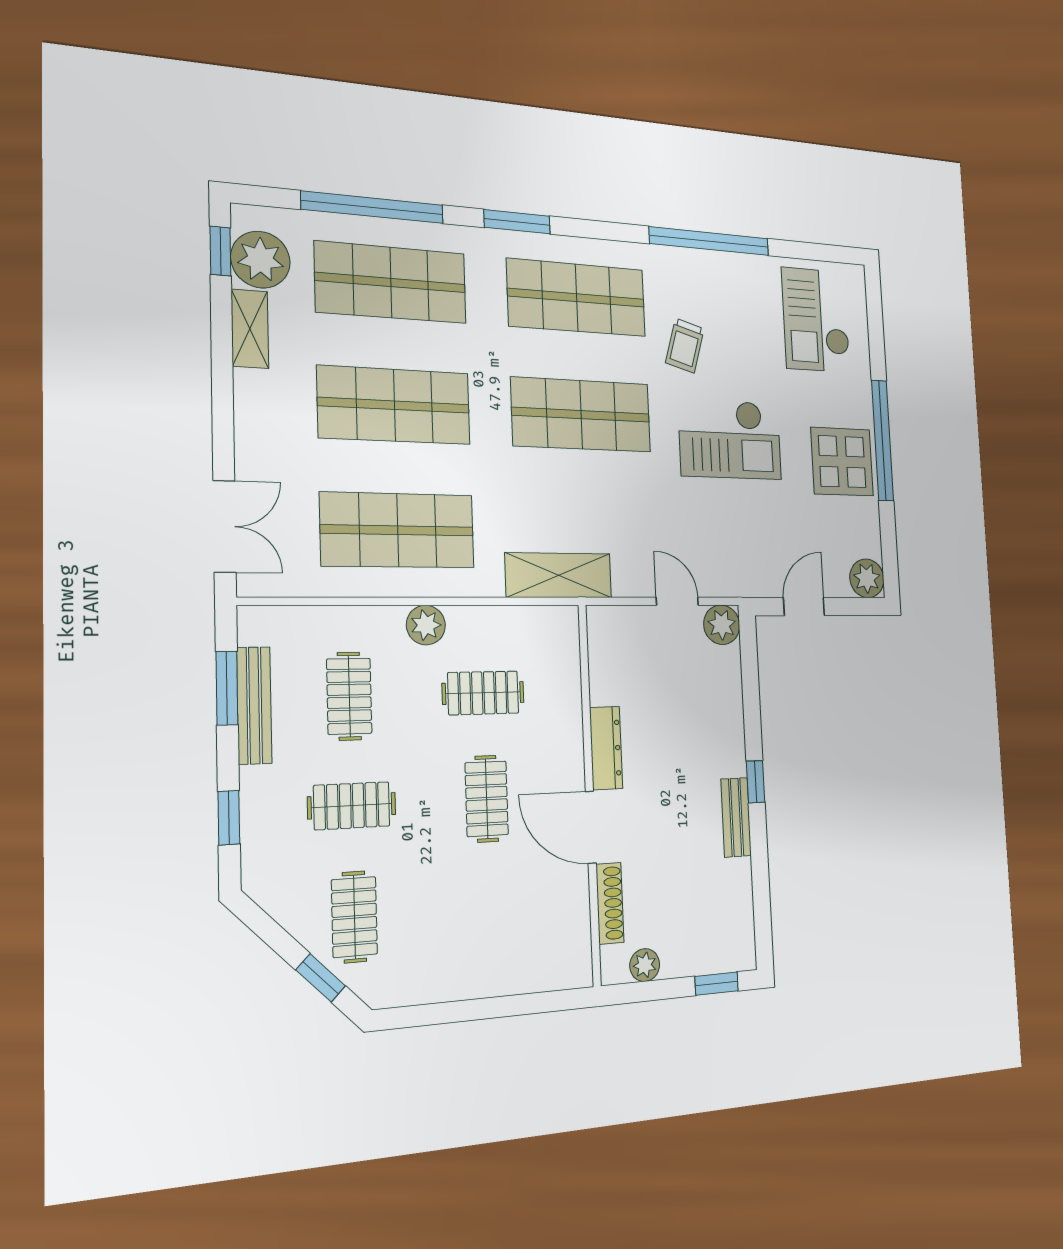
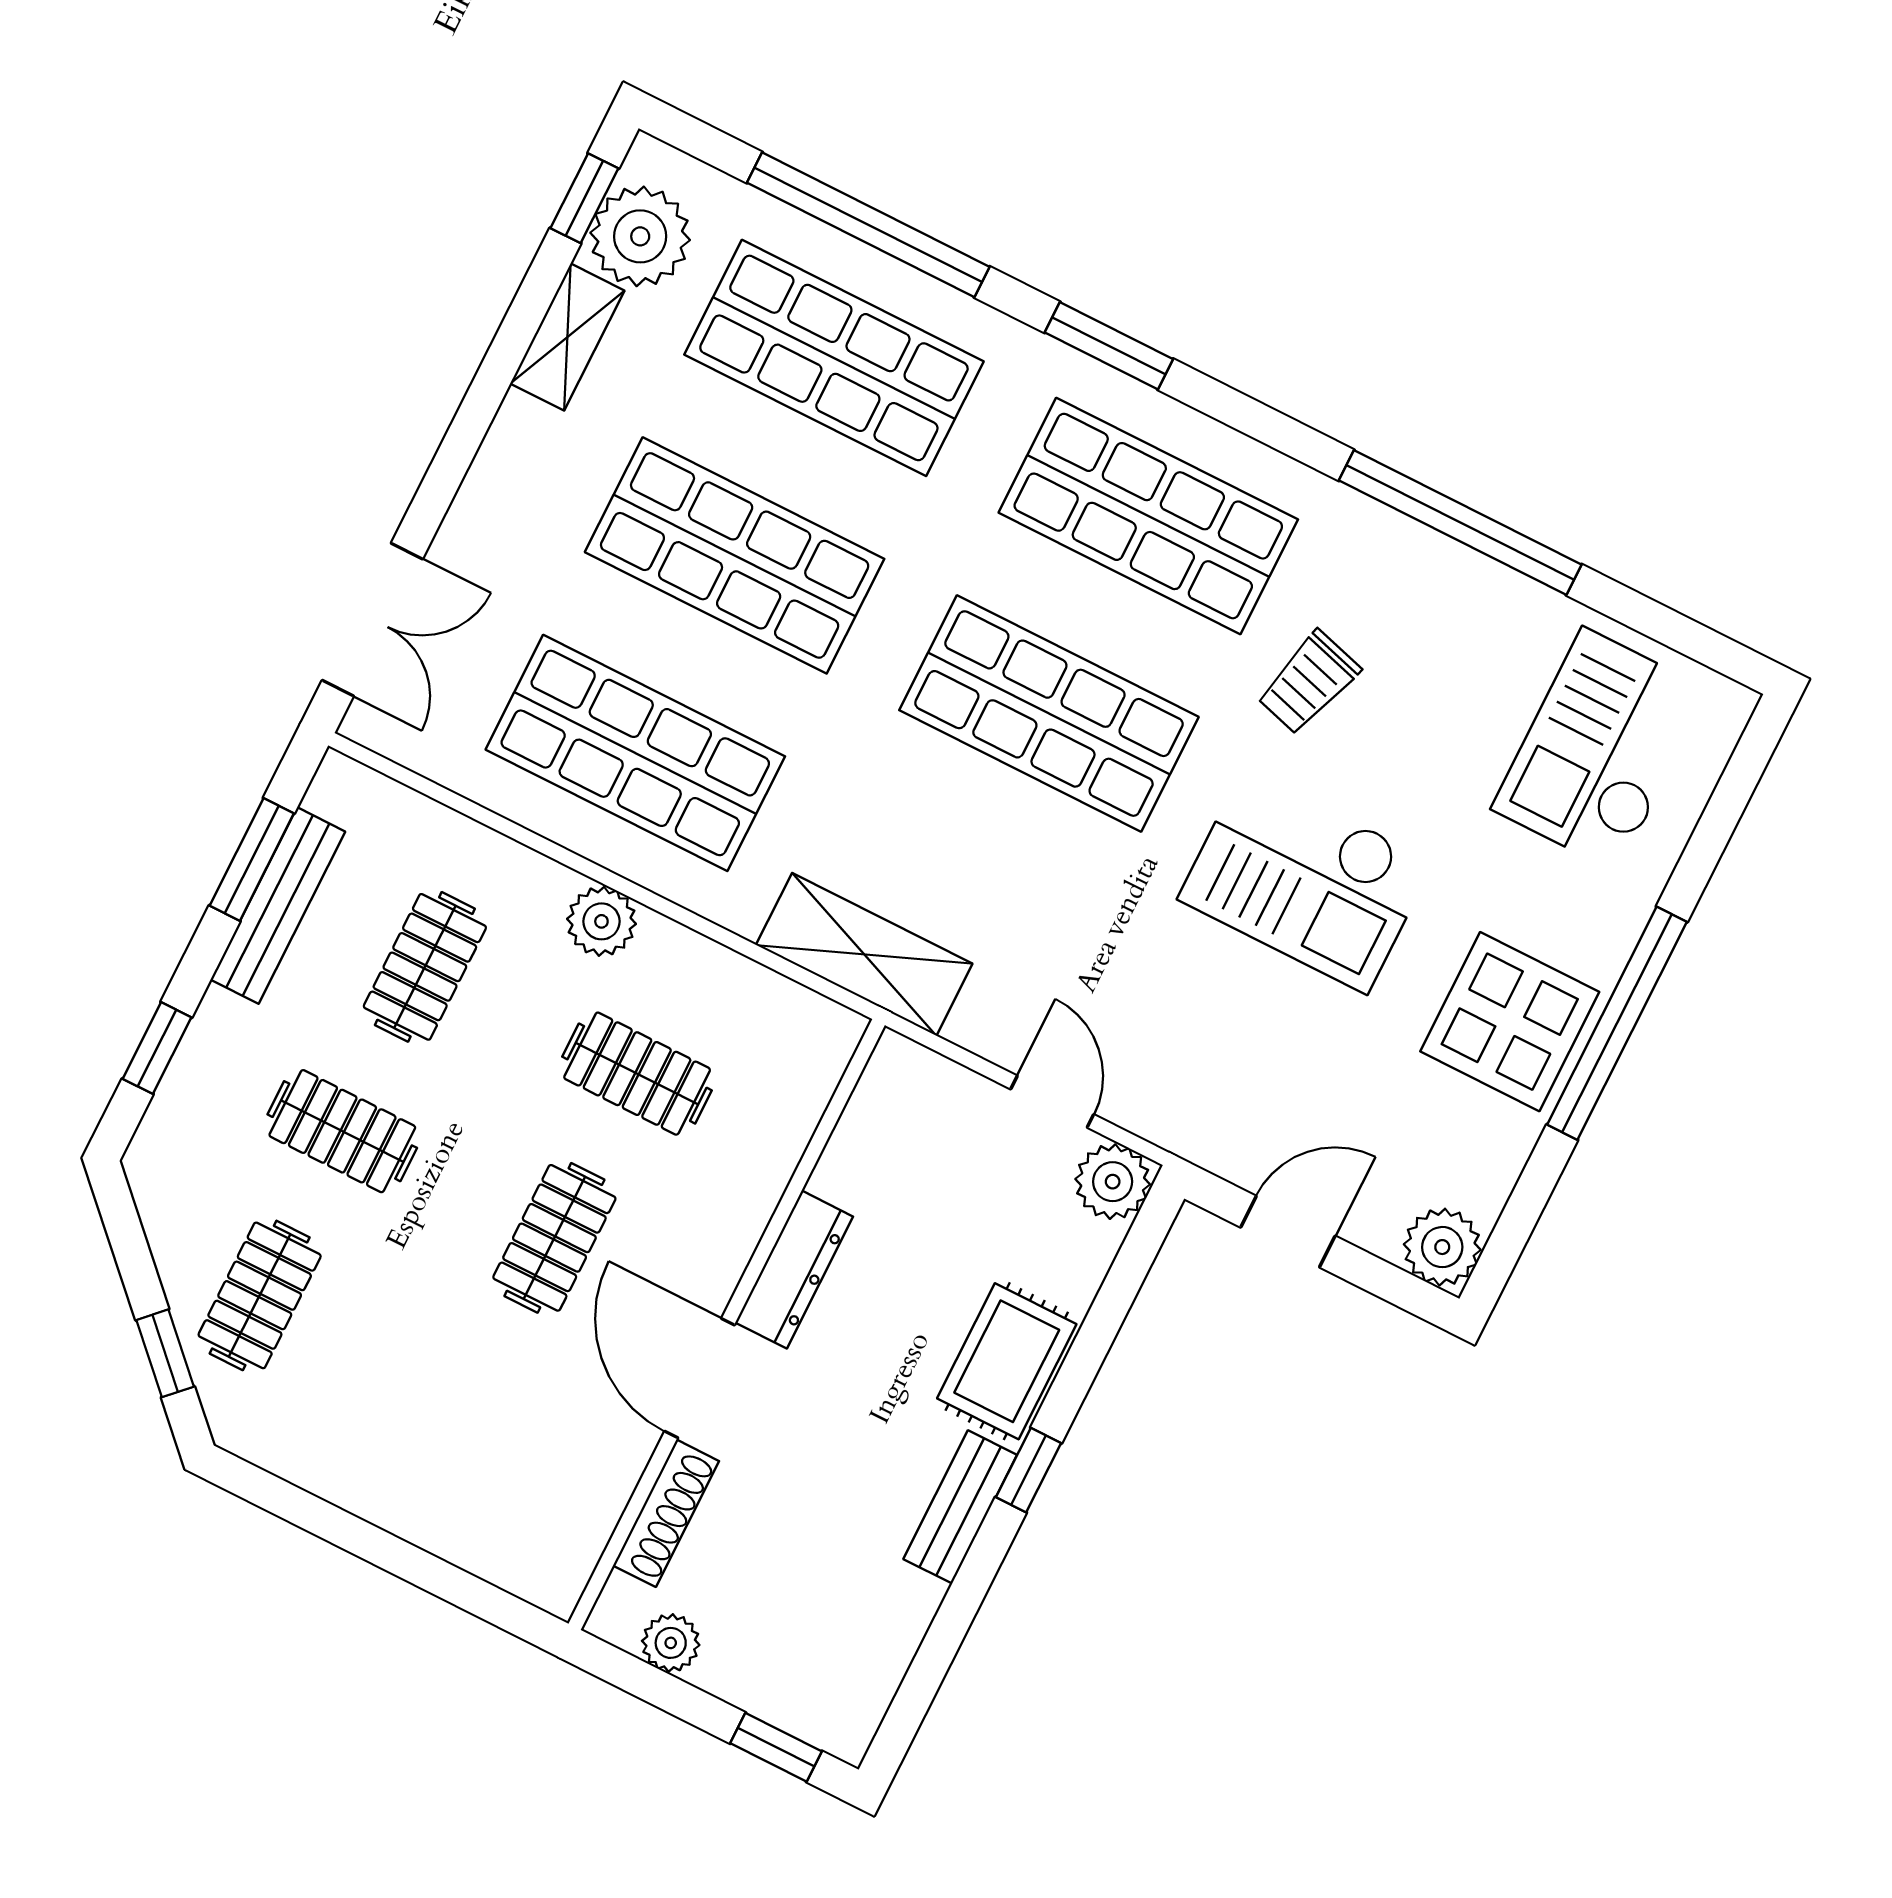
rug: (721, 736) -> (1007, 1361), added

